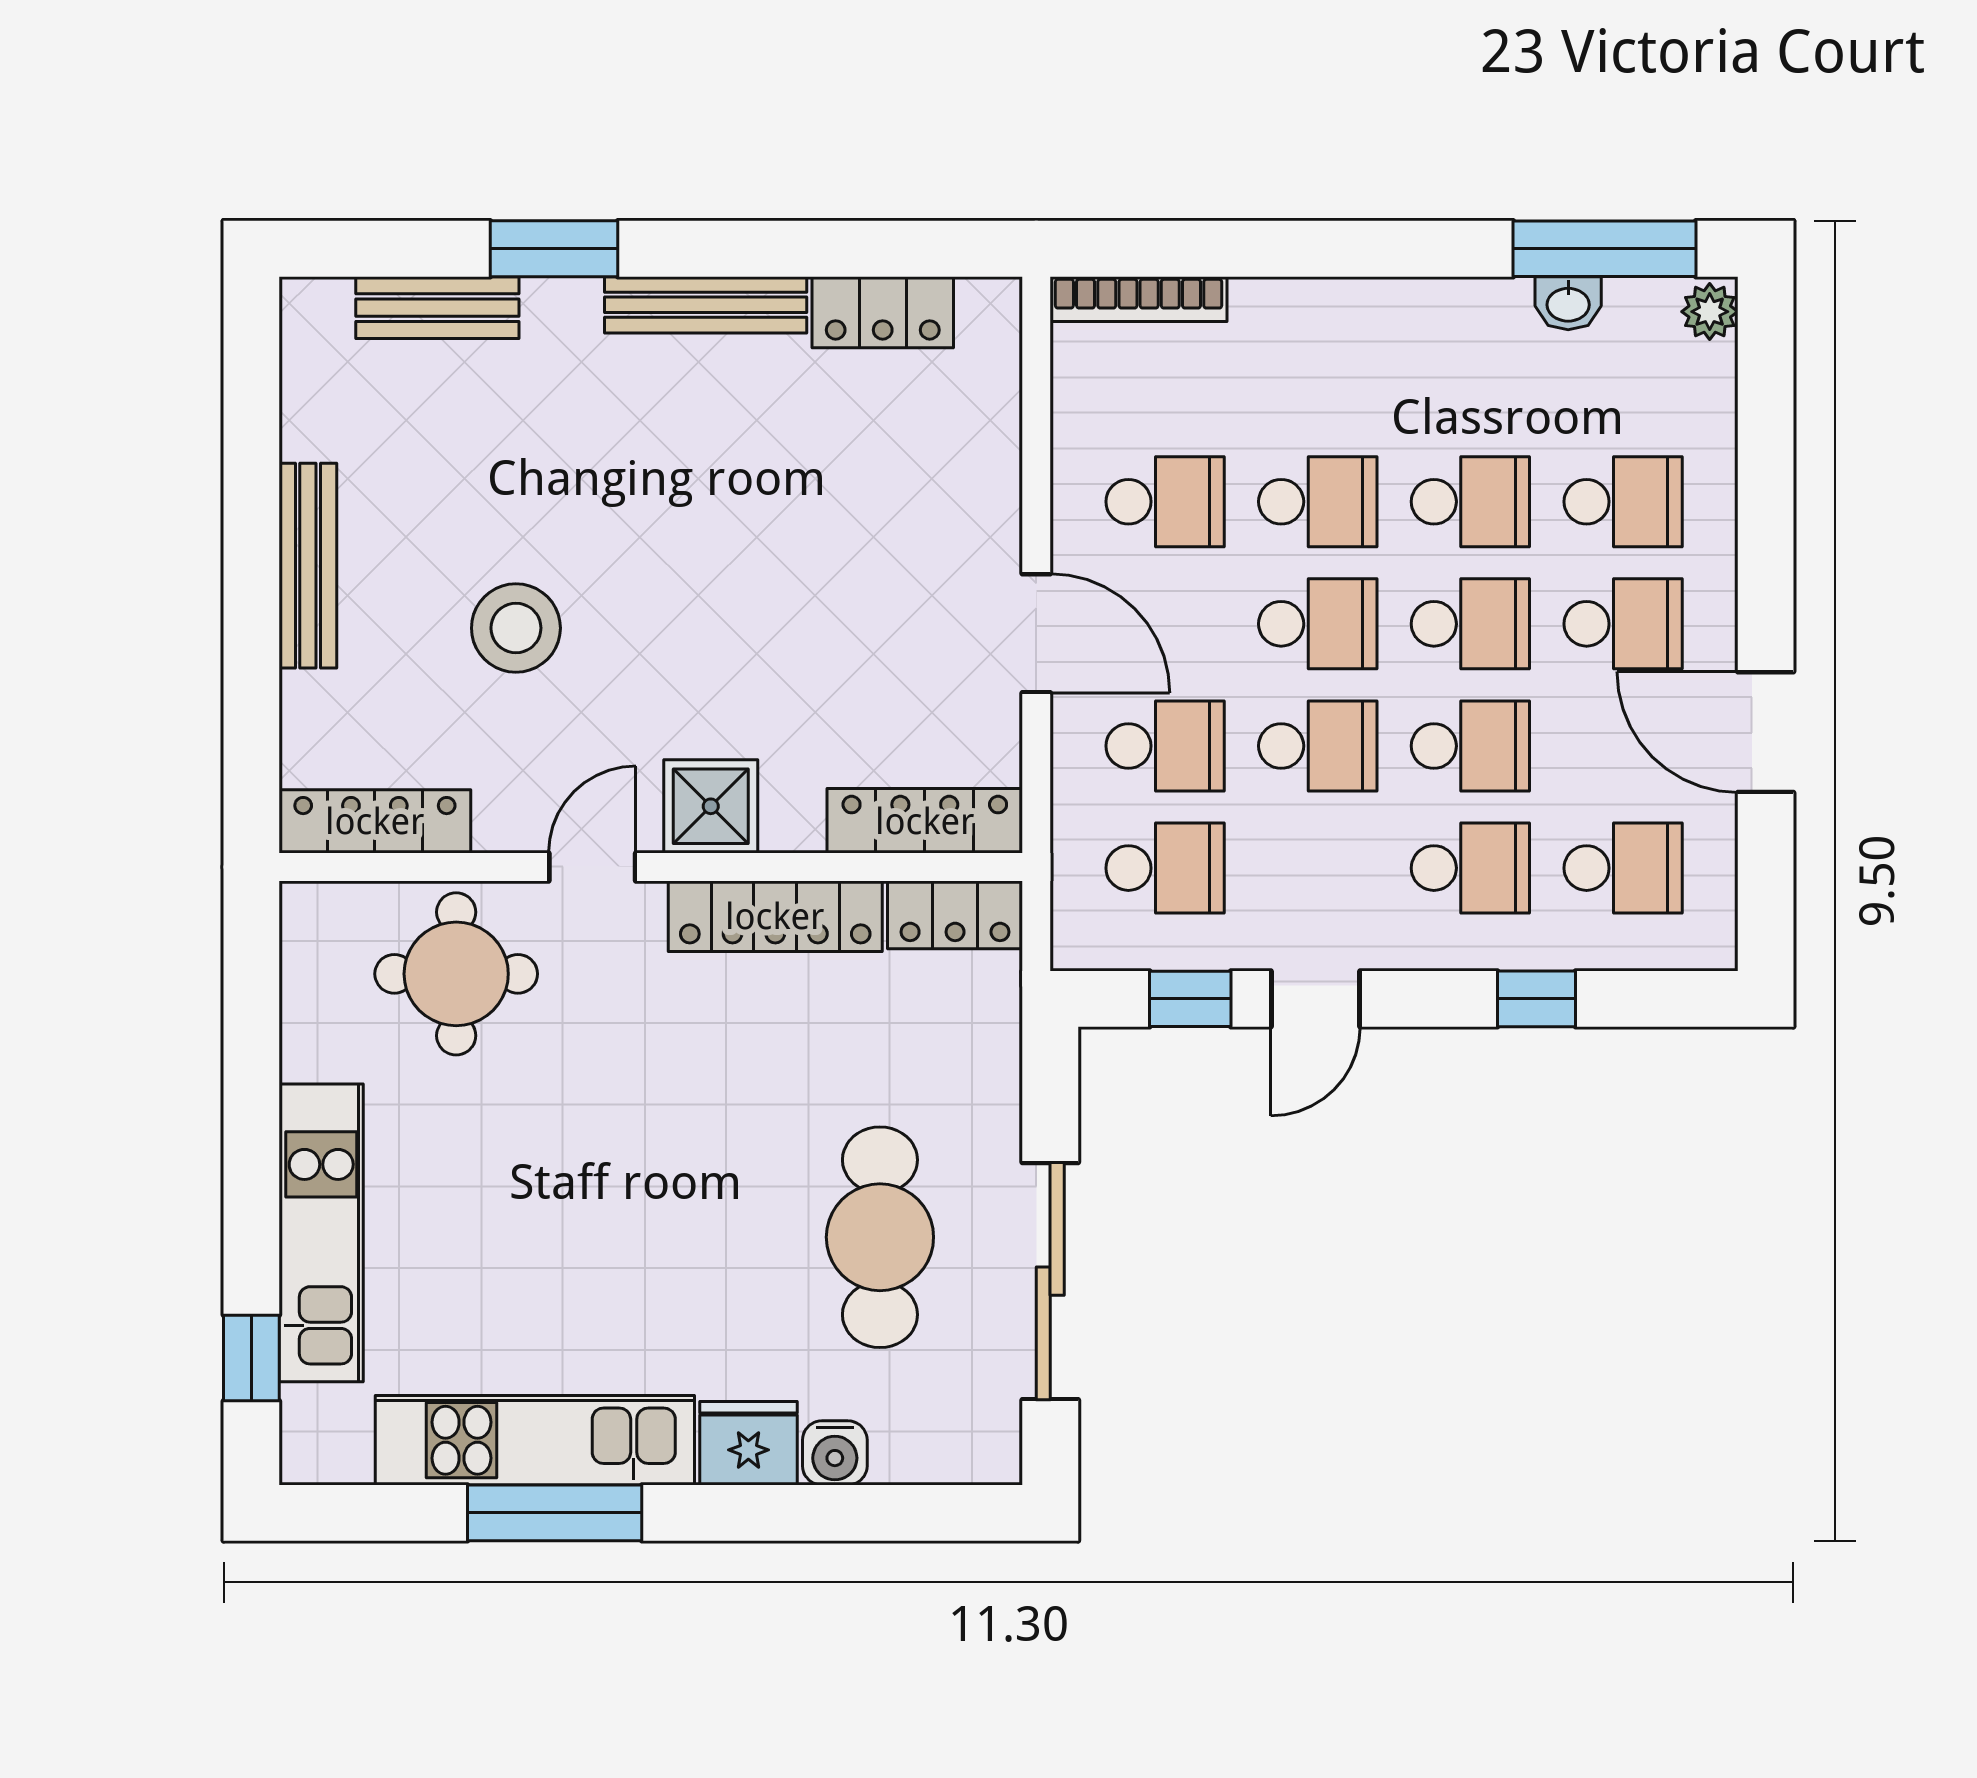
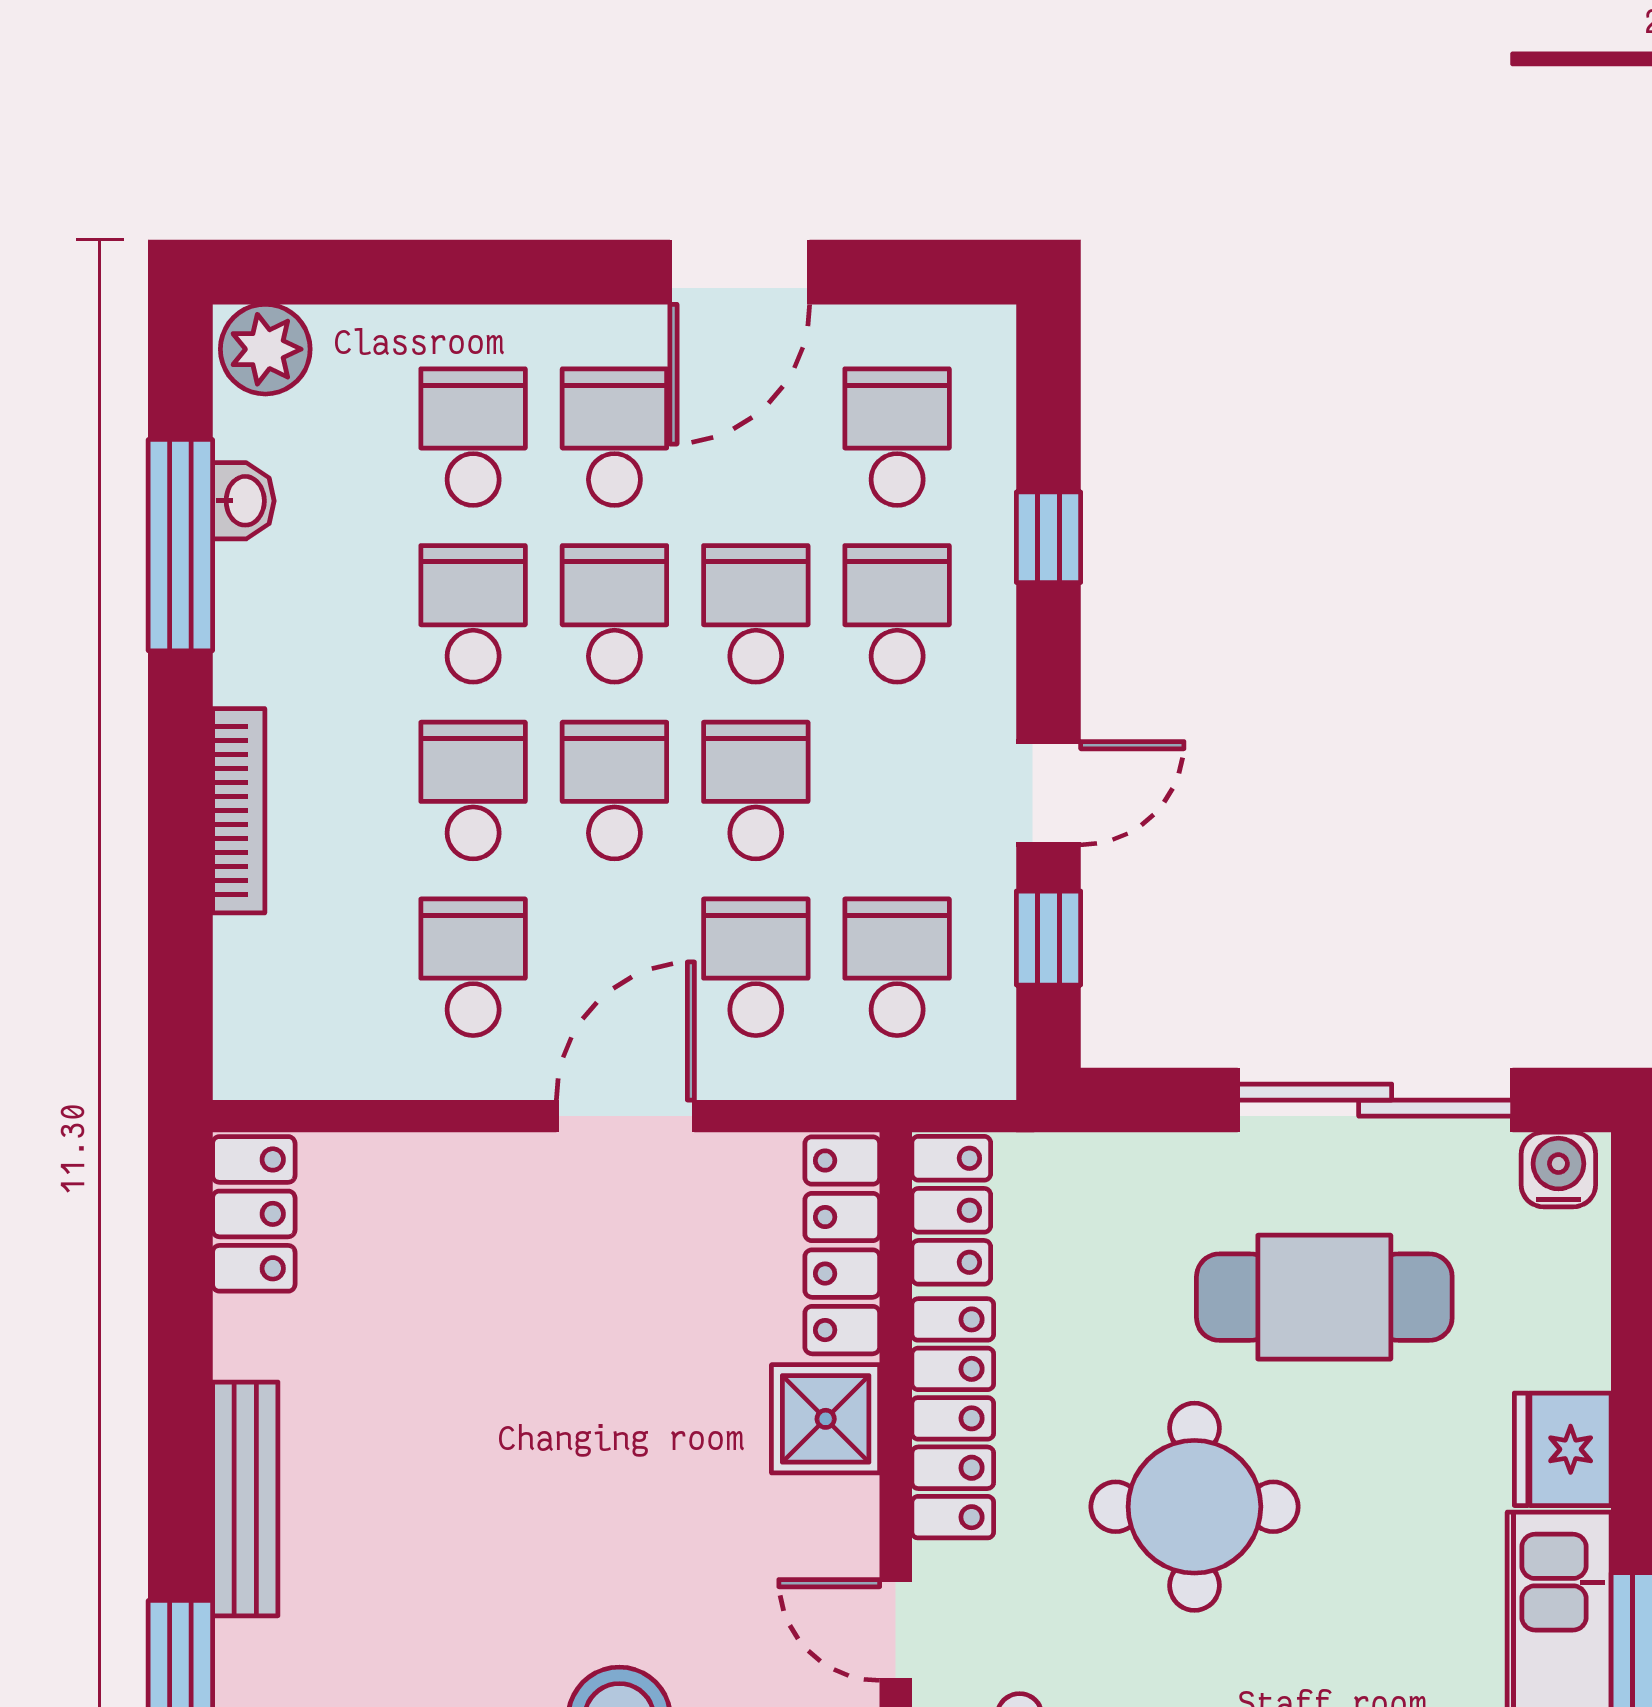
window: (1605, 249) -> (180, 545), moved
bookcase: (1139, 299) -> (239, 811), moved
locker: (883, 312) -> (254, 1214), moved
plant: (1710, 312) -> (265, 349), width x1.38, depth x1.38
shower: (711, 806) -> (826, 1419), moved
door: (1315, 999) -> (1049, 793), hinge flipped
round table: (699, 1125) -> (1194, 1507), added
water cooler: (835, 1453) -> (1558, 1170), moved, turned -90

